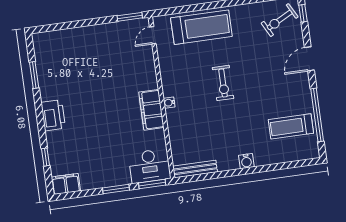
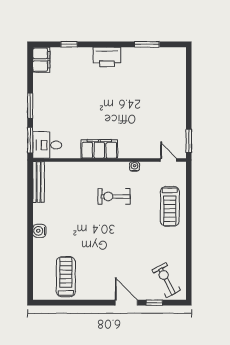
window: (303, 13) -> (154, 303), moved
treadmill: (201, 27) -> (170, 206), width x0.73, depth x0.73
exercise bike: (223, 83) -> (114, 196), moved
water cooler: (169, 103) -> (134, 167), moved
window: (317, 115) -> (73, 303), removed
desk: (150, 166) -> (47, 145), width x0.73

